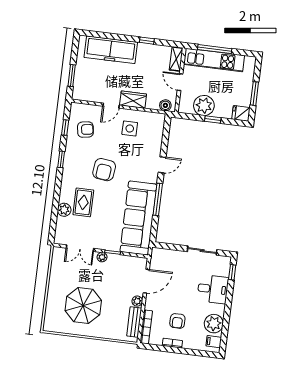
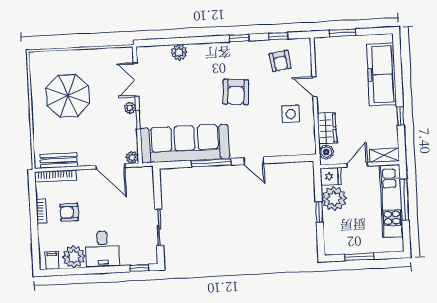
wardrobe: (133, 100) -> (327, 128), moved
fridge: (241, 113) -> (331, 176), moved, turned 90
armchair: (104, 170) -> (236, 92), turned -93
rug: (83, 202) -> (192, 74), removed
desk: (213, 289) -> (103, 249), moved
plant: (137, 301) -> (132, 157), moved

